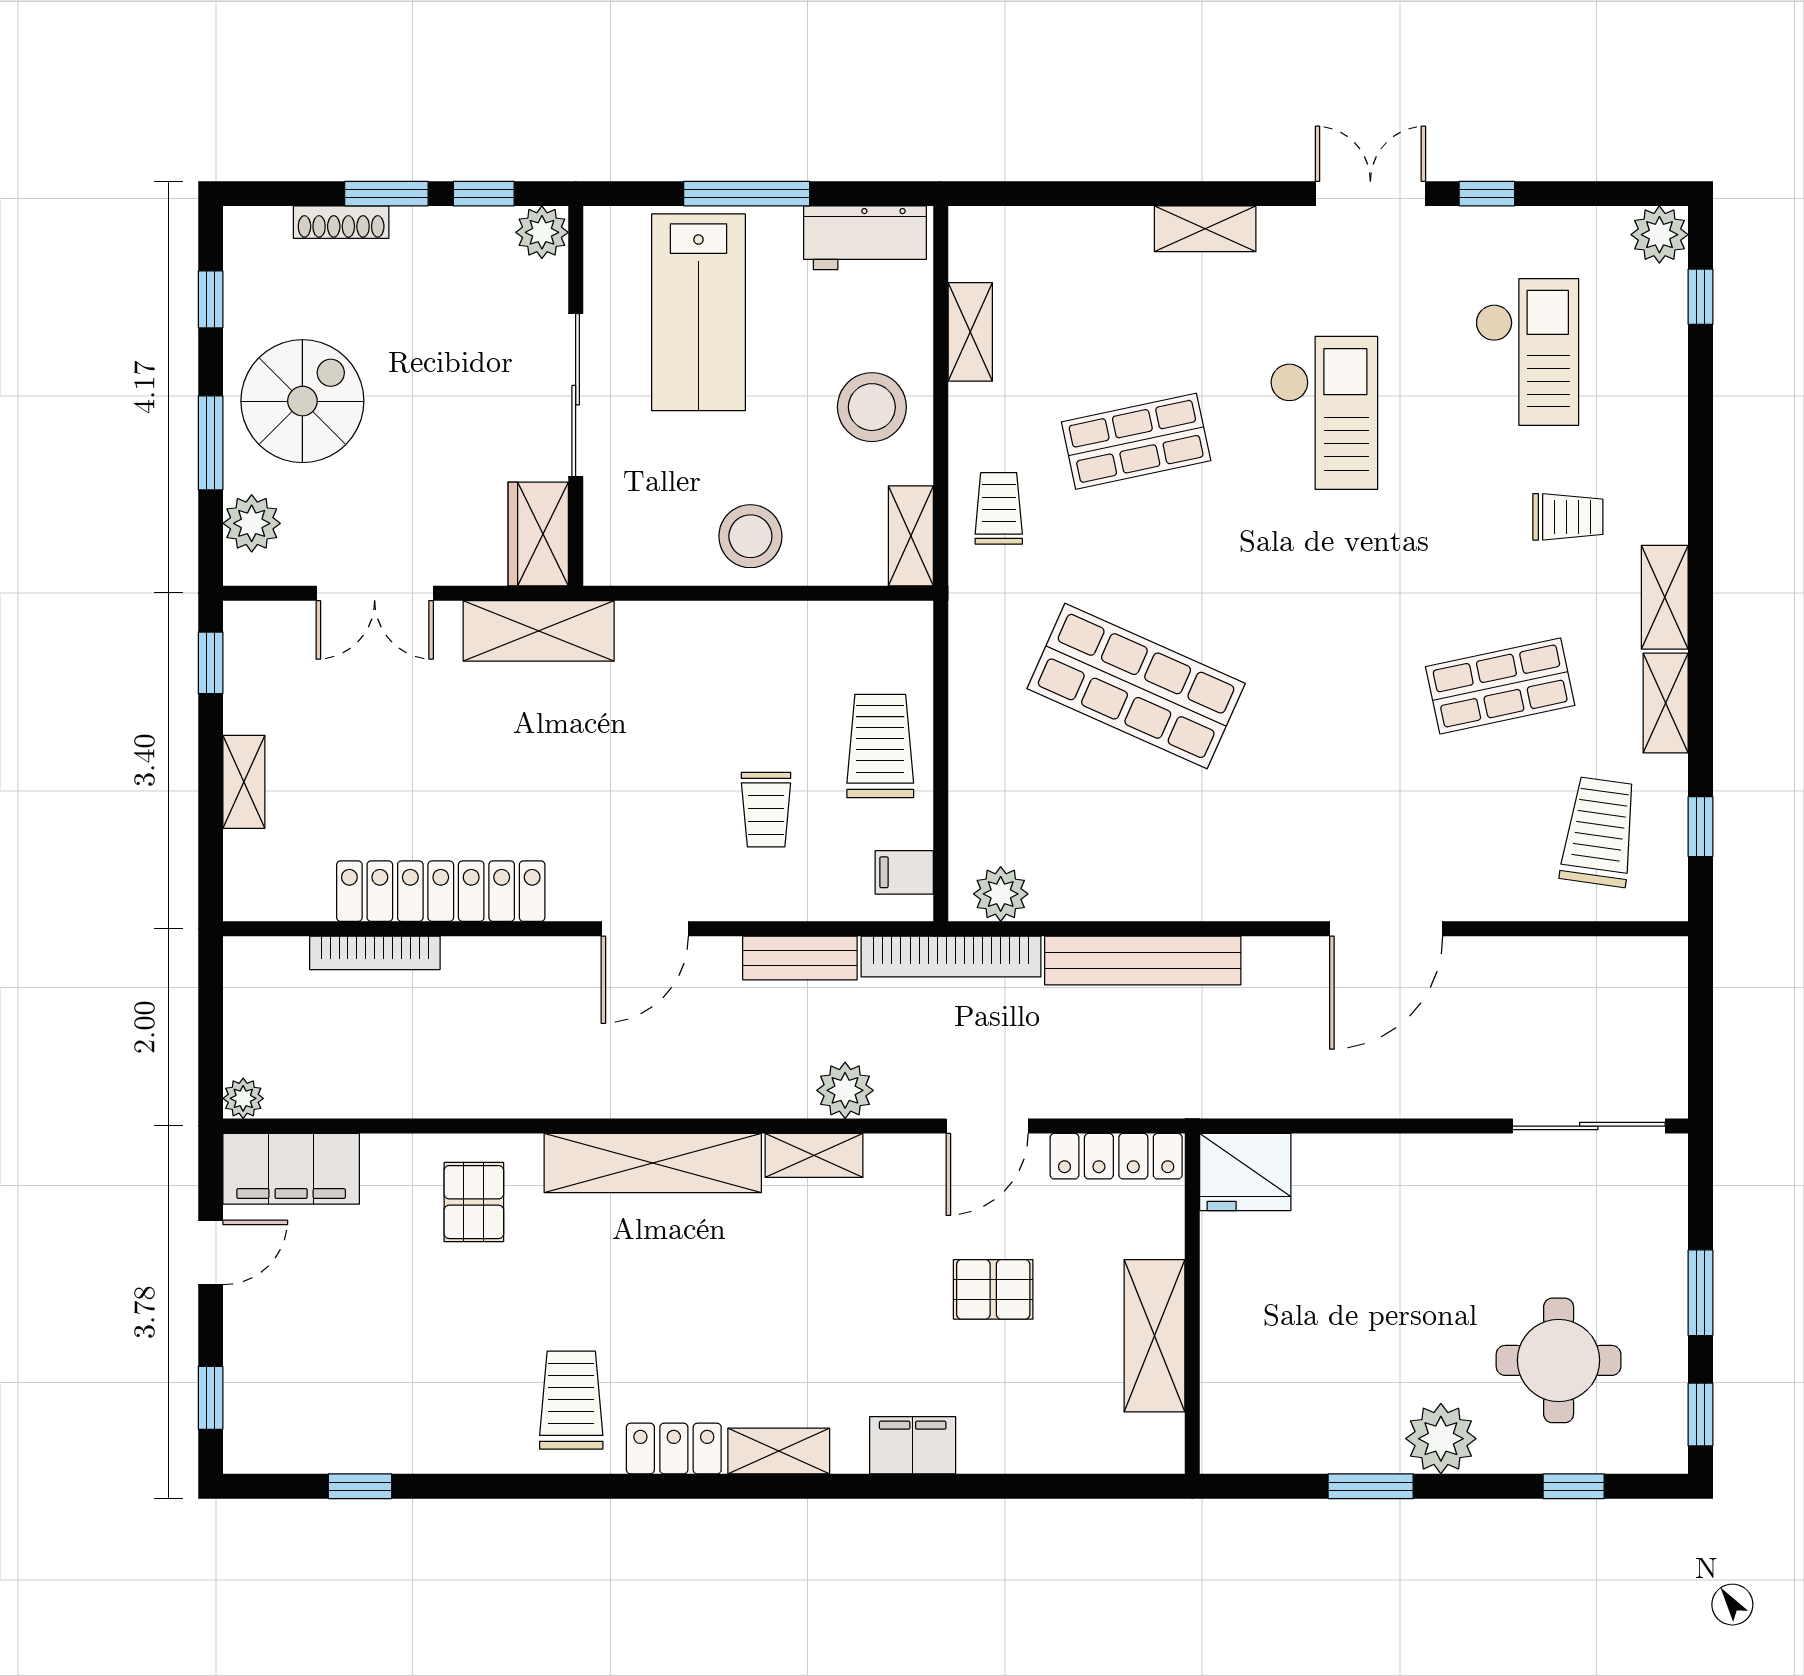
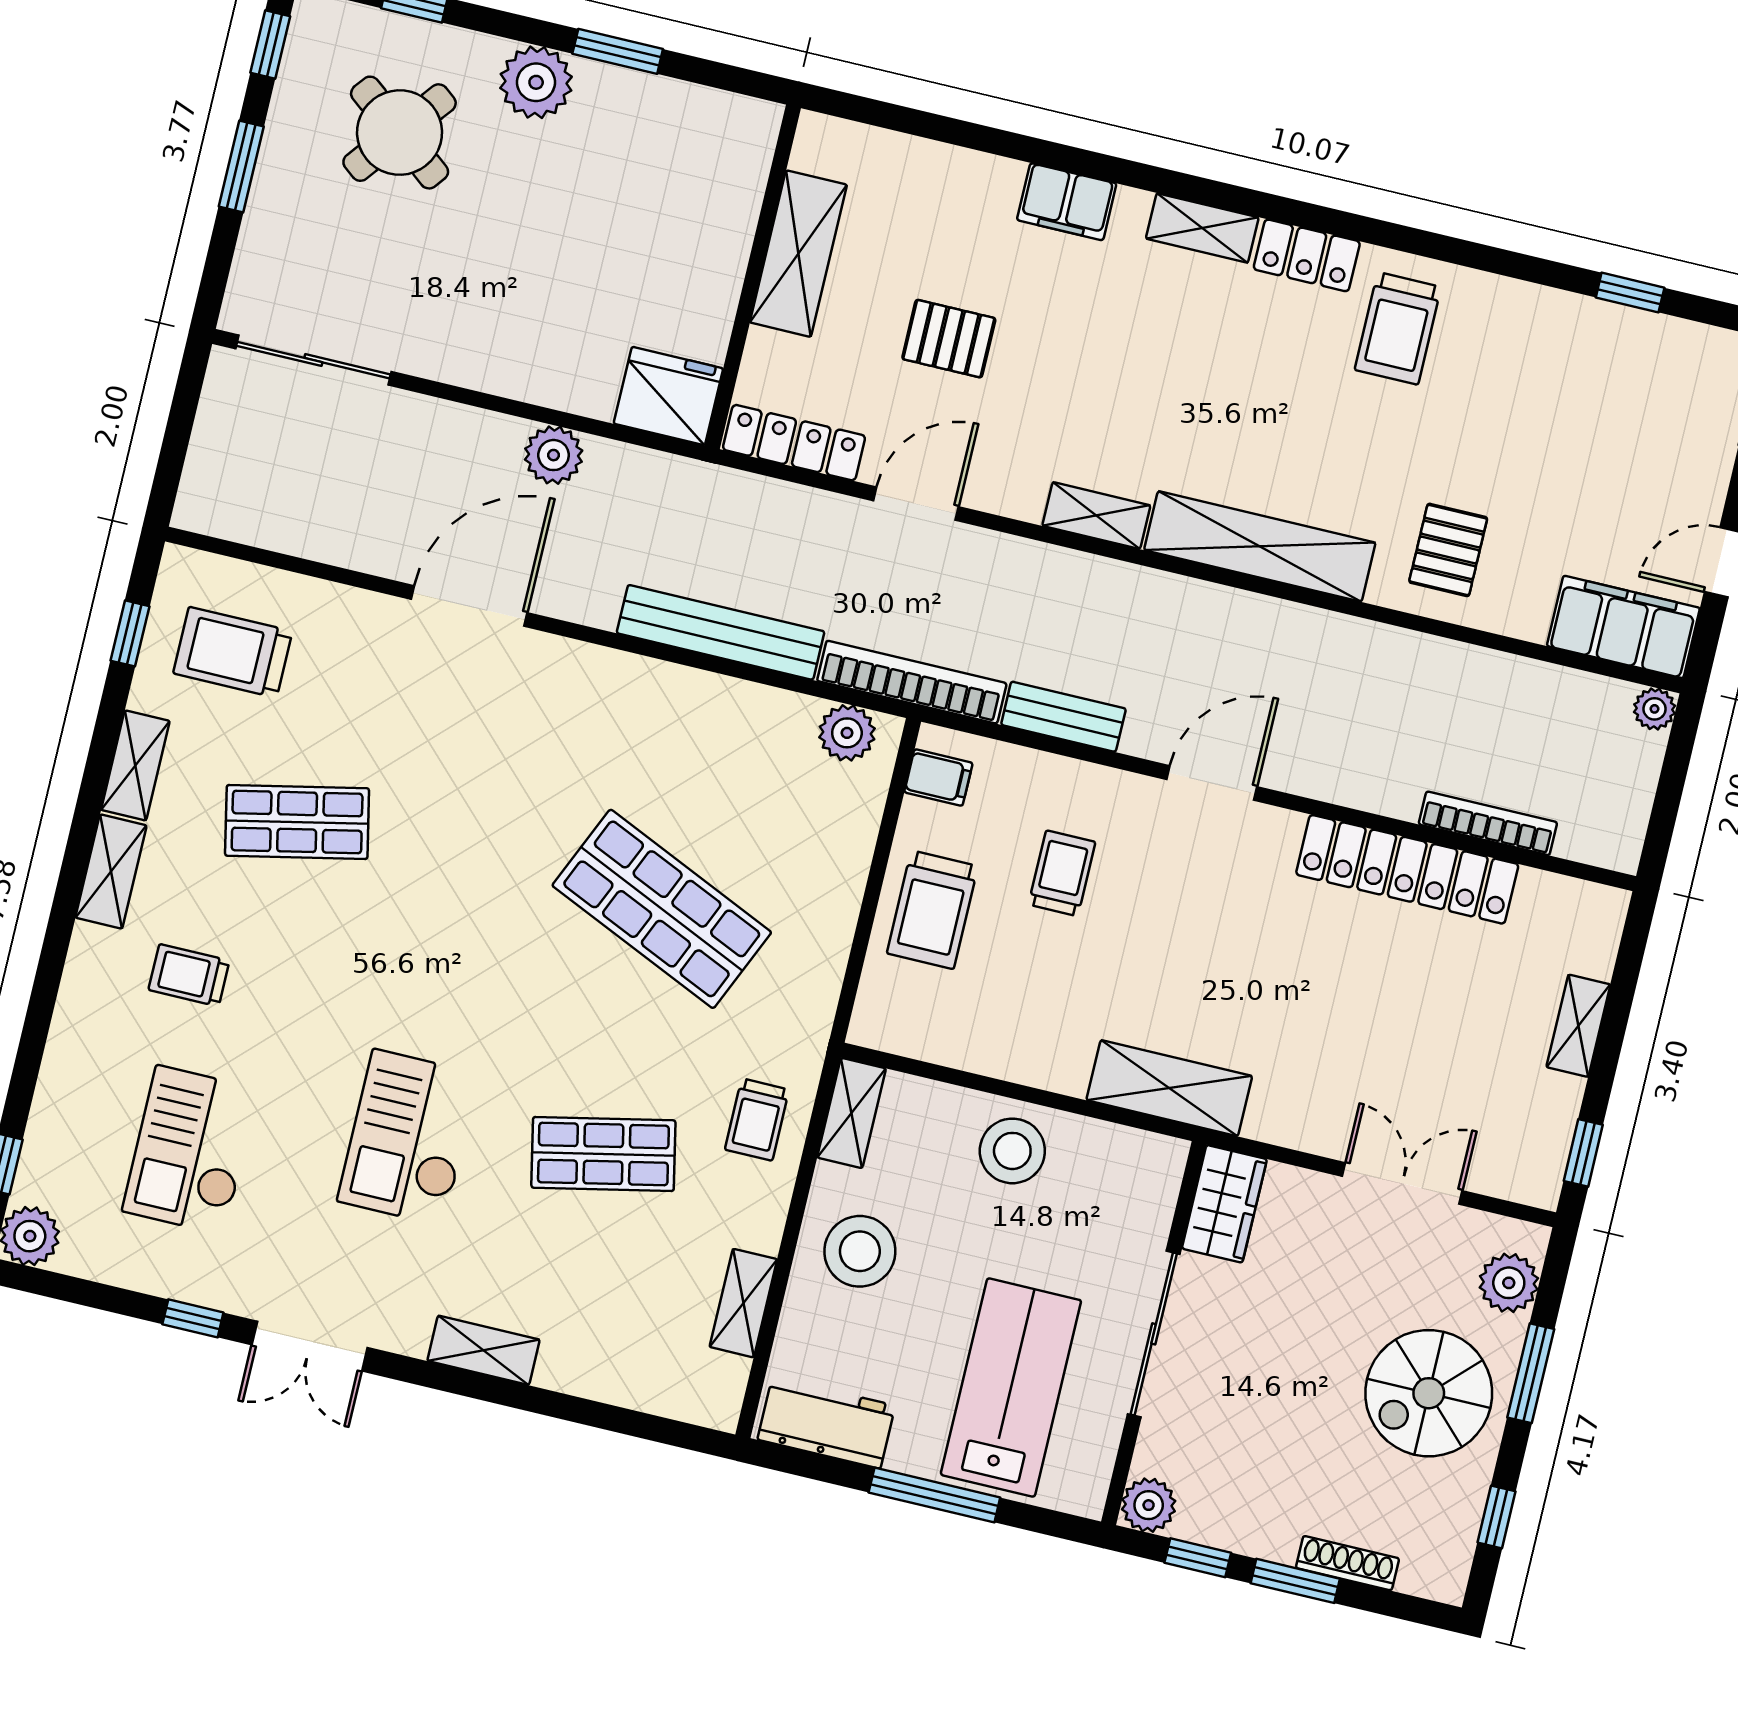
shelving: (539, 631) -> (1169, 1088), moved
trolley: (1599, 832) -> (233, 652), turned 82
plant: (845, 1090) -> (554, 455), moved
round table: (1559, 1360) -> (400, 133), turned 38

